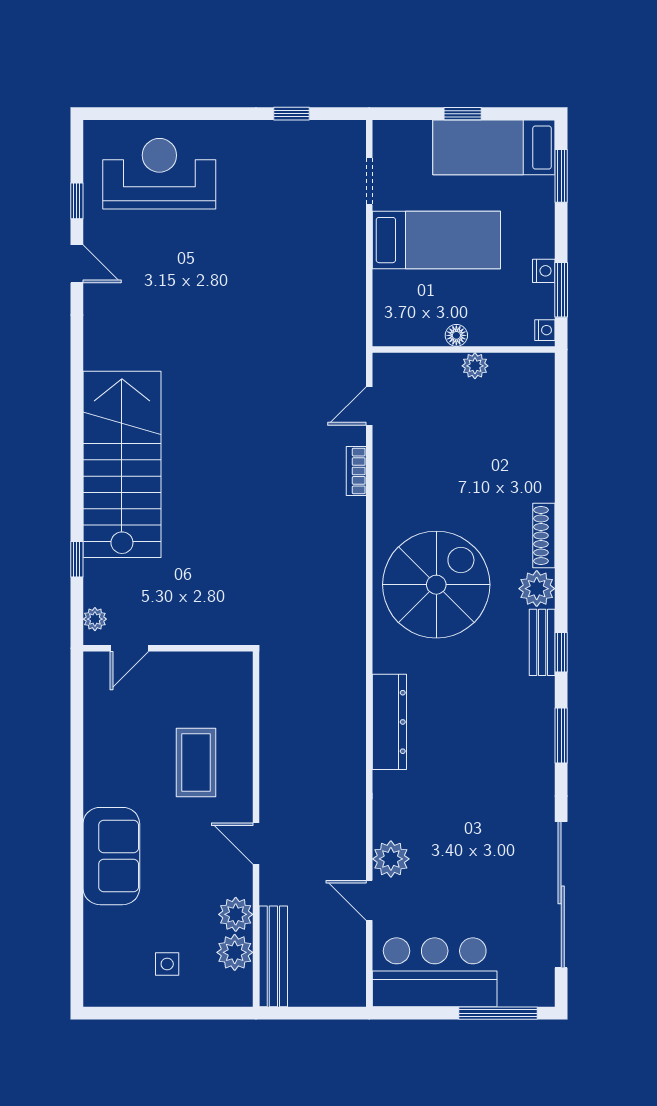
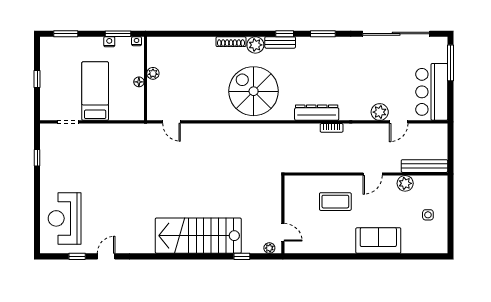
bed: (494, 147) -> (53, 65), removed
bookcase: (356, 471) -> (332, 128), moved
plant: (235, 952) -> (423, 184), removed

